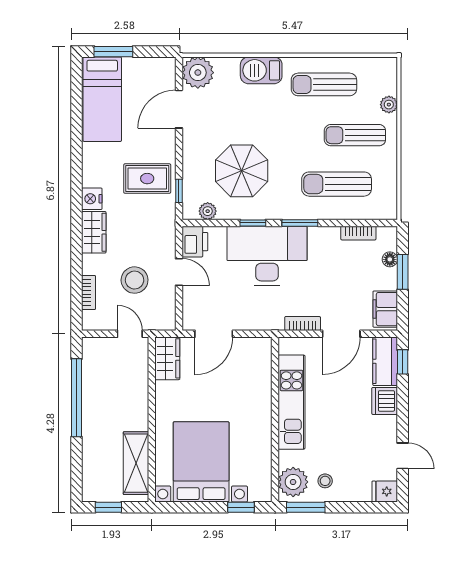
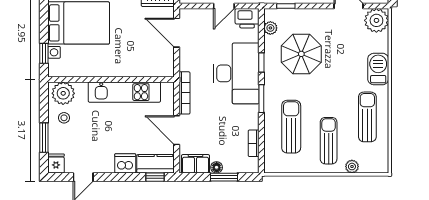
floor lamp: (390, 259) -> (217, 167), moved
bookcase: (303, 324) -> (184, 93), width x1.56
window: (306, 507) -> (44, 138), moved

